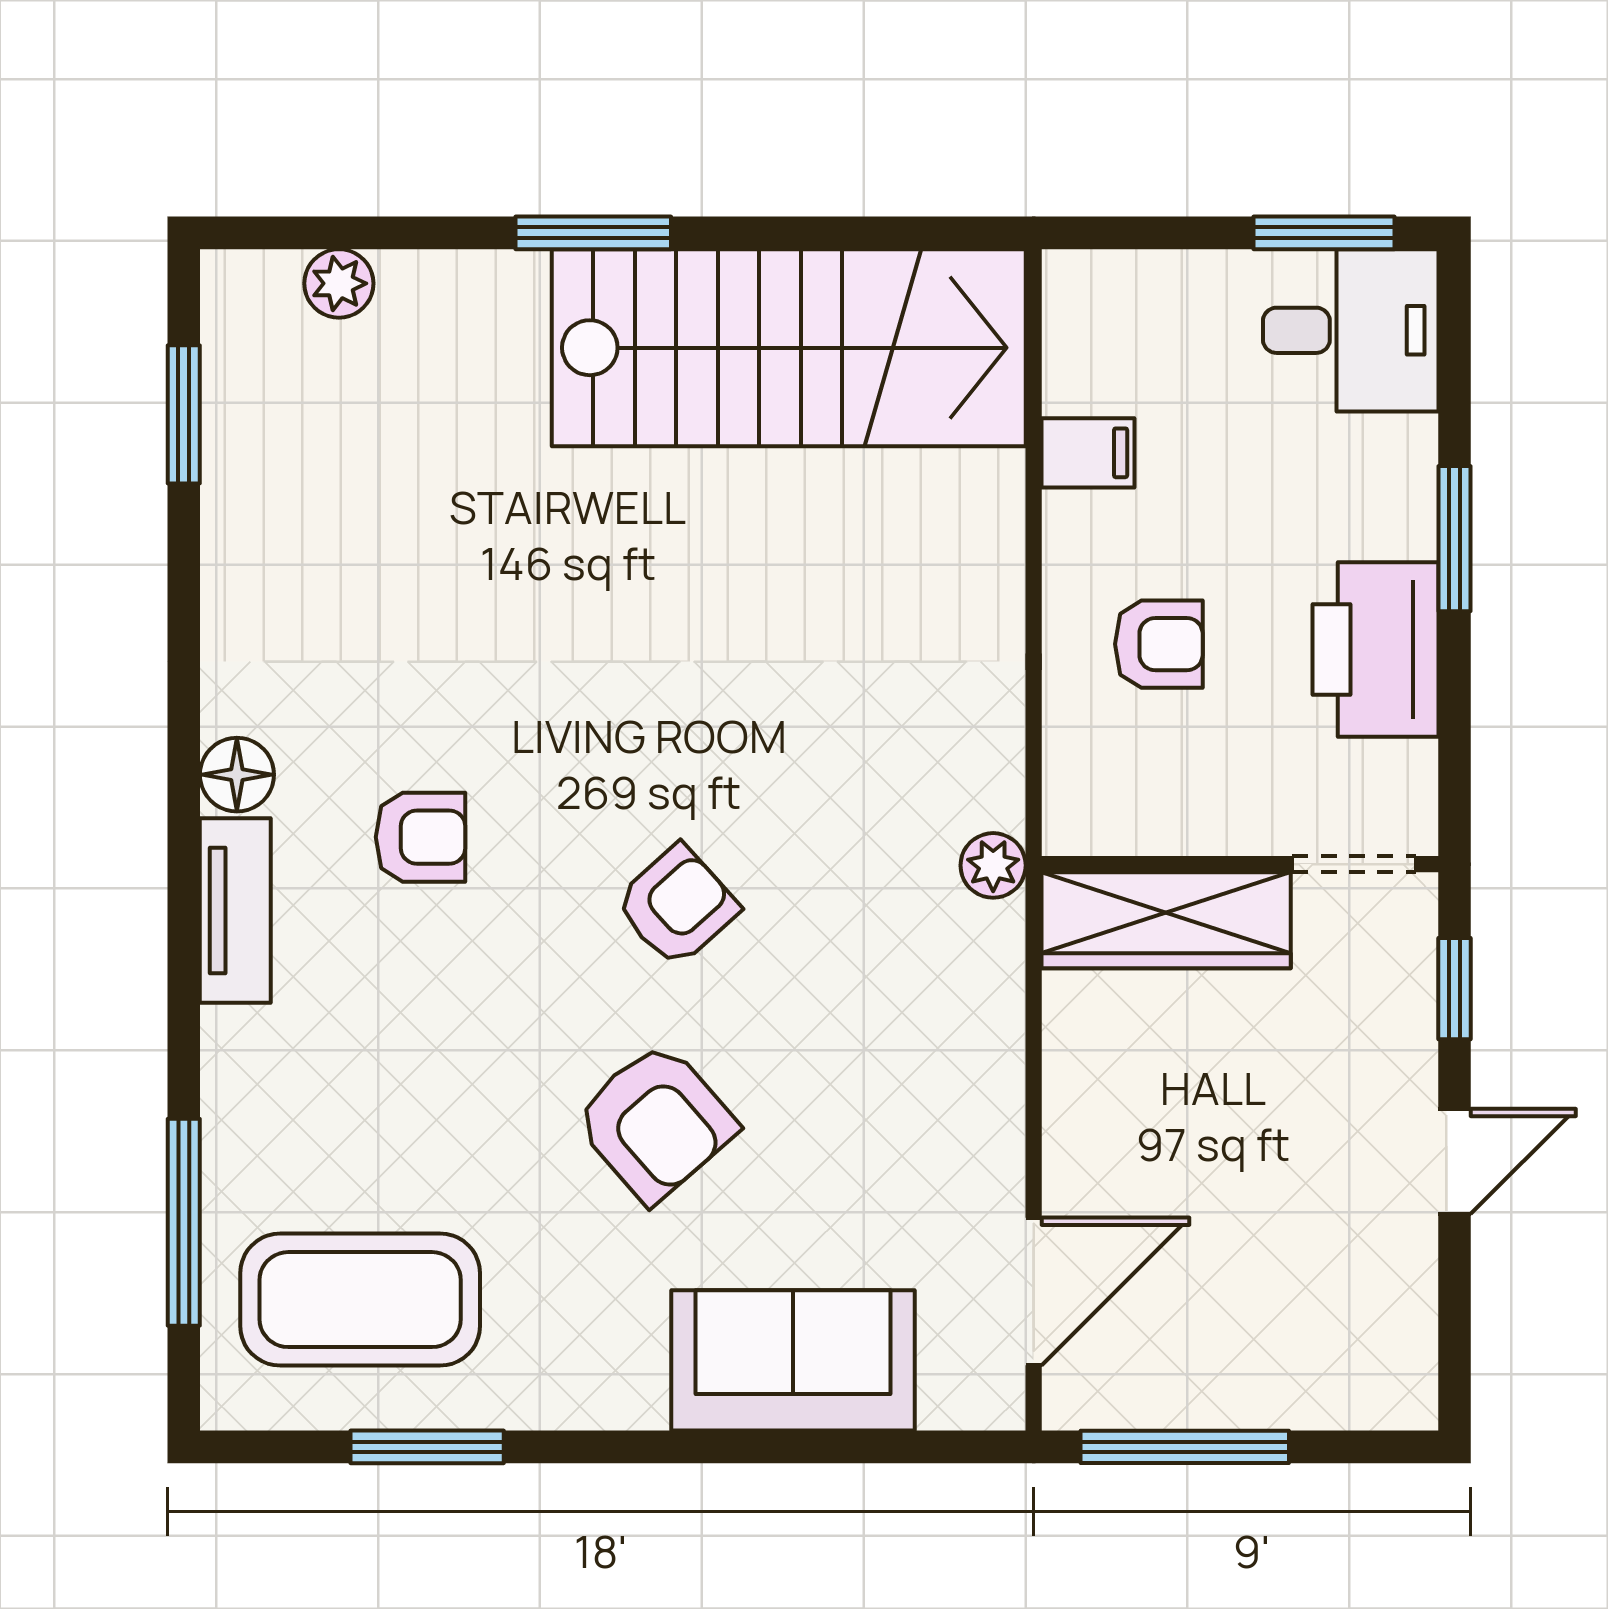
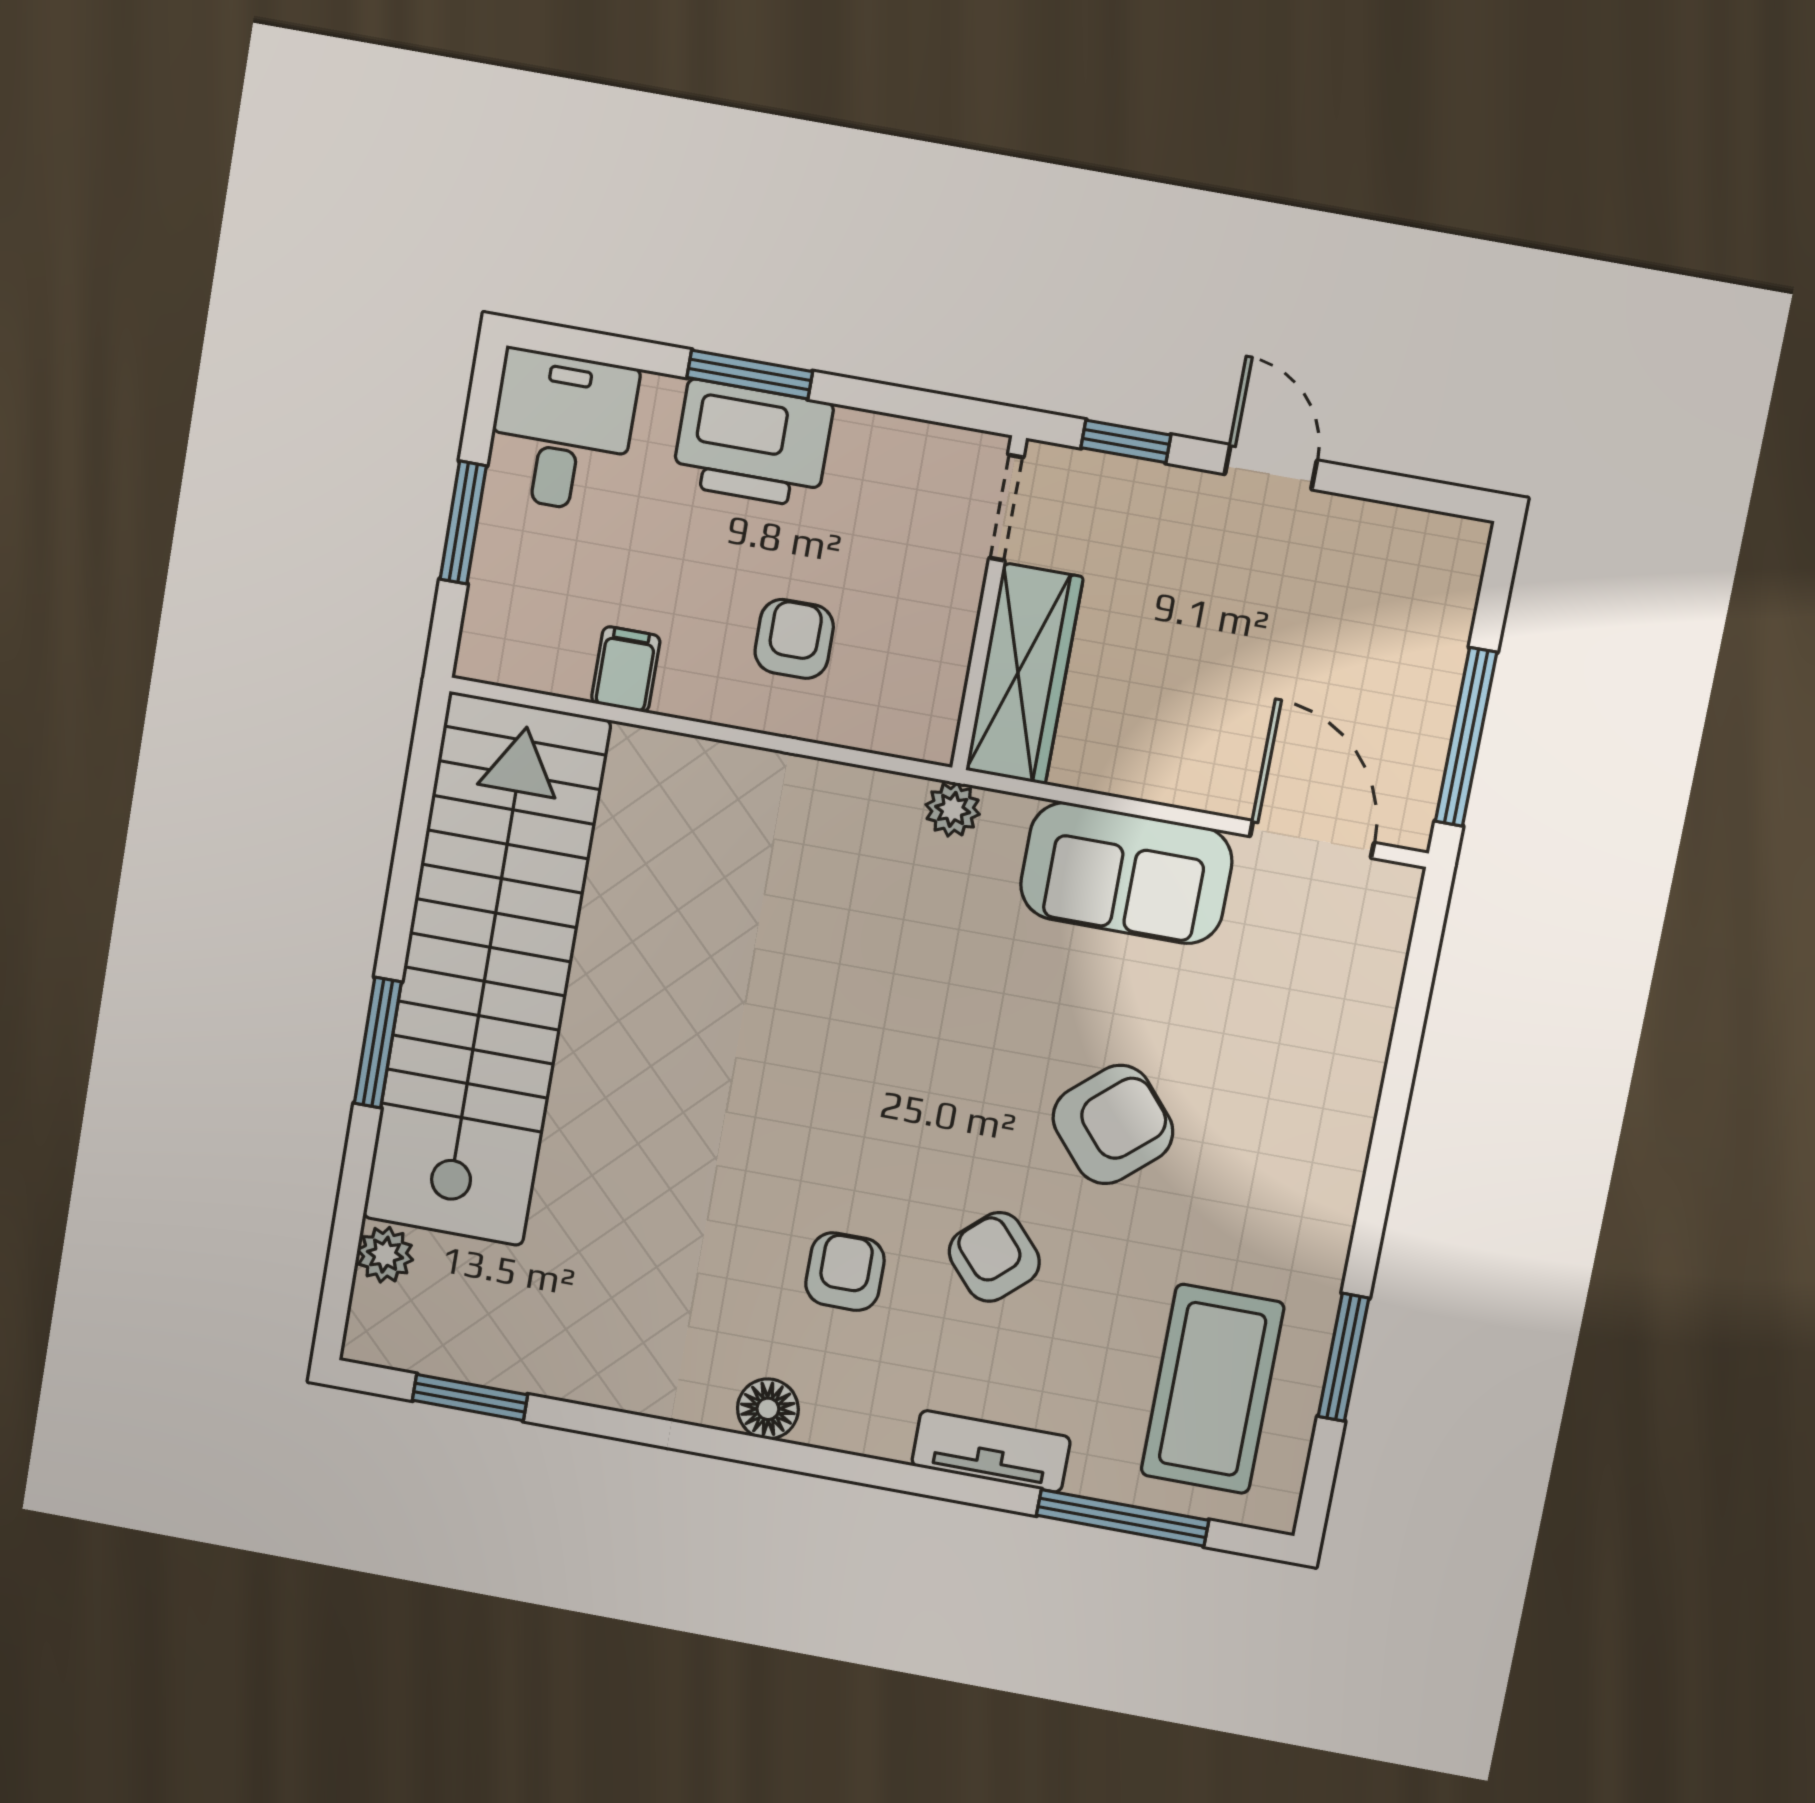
window: (1324, 233) -> (463, 523), moved
stairs: (789, 348) -> (486, 971), width x1.36
printer: (1376, 649) -> (752, 444), moved
armchair: (677, 906) -> (994, 1257), moved
tv unit: (235, 911) -> (991, 1451), moved
sofa: (793, 1360) -> (1126, 873), moved, turned -90

